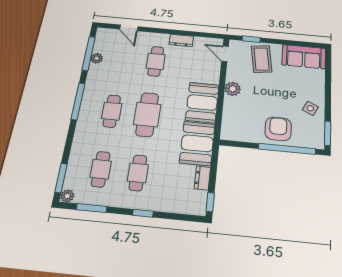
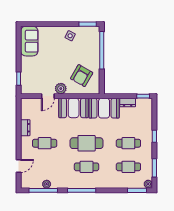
door: (225, 54) -> (48, 96), moved
coffee table: (262, 59) -> (35, 70), removed
armchair: (278, 129) -> (82, 76), moved, turned -60

